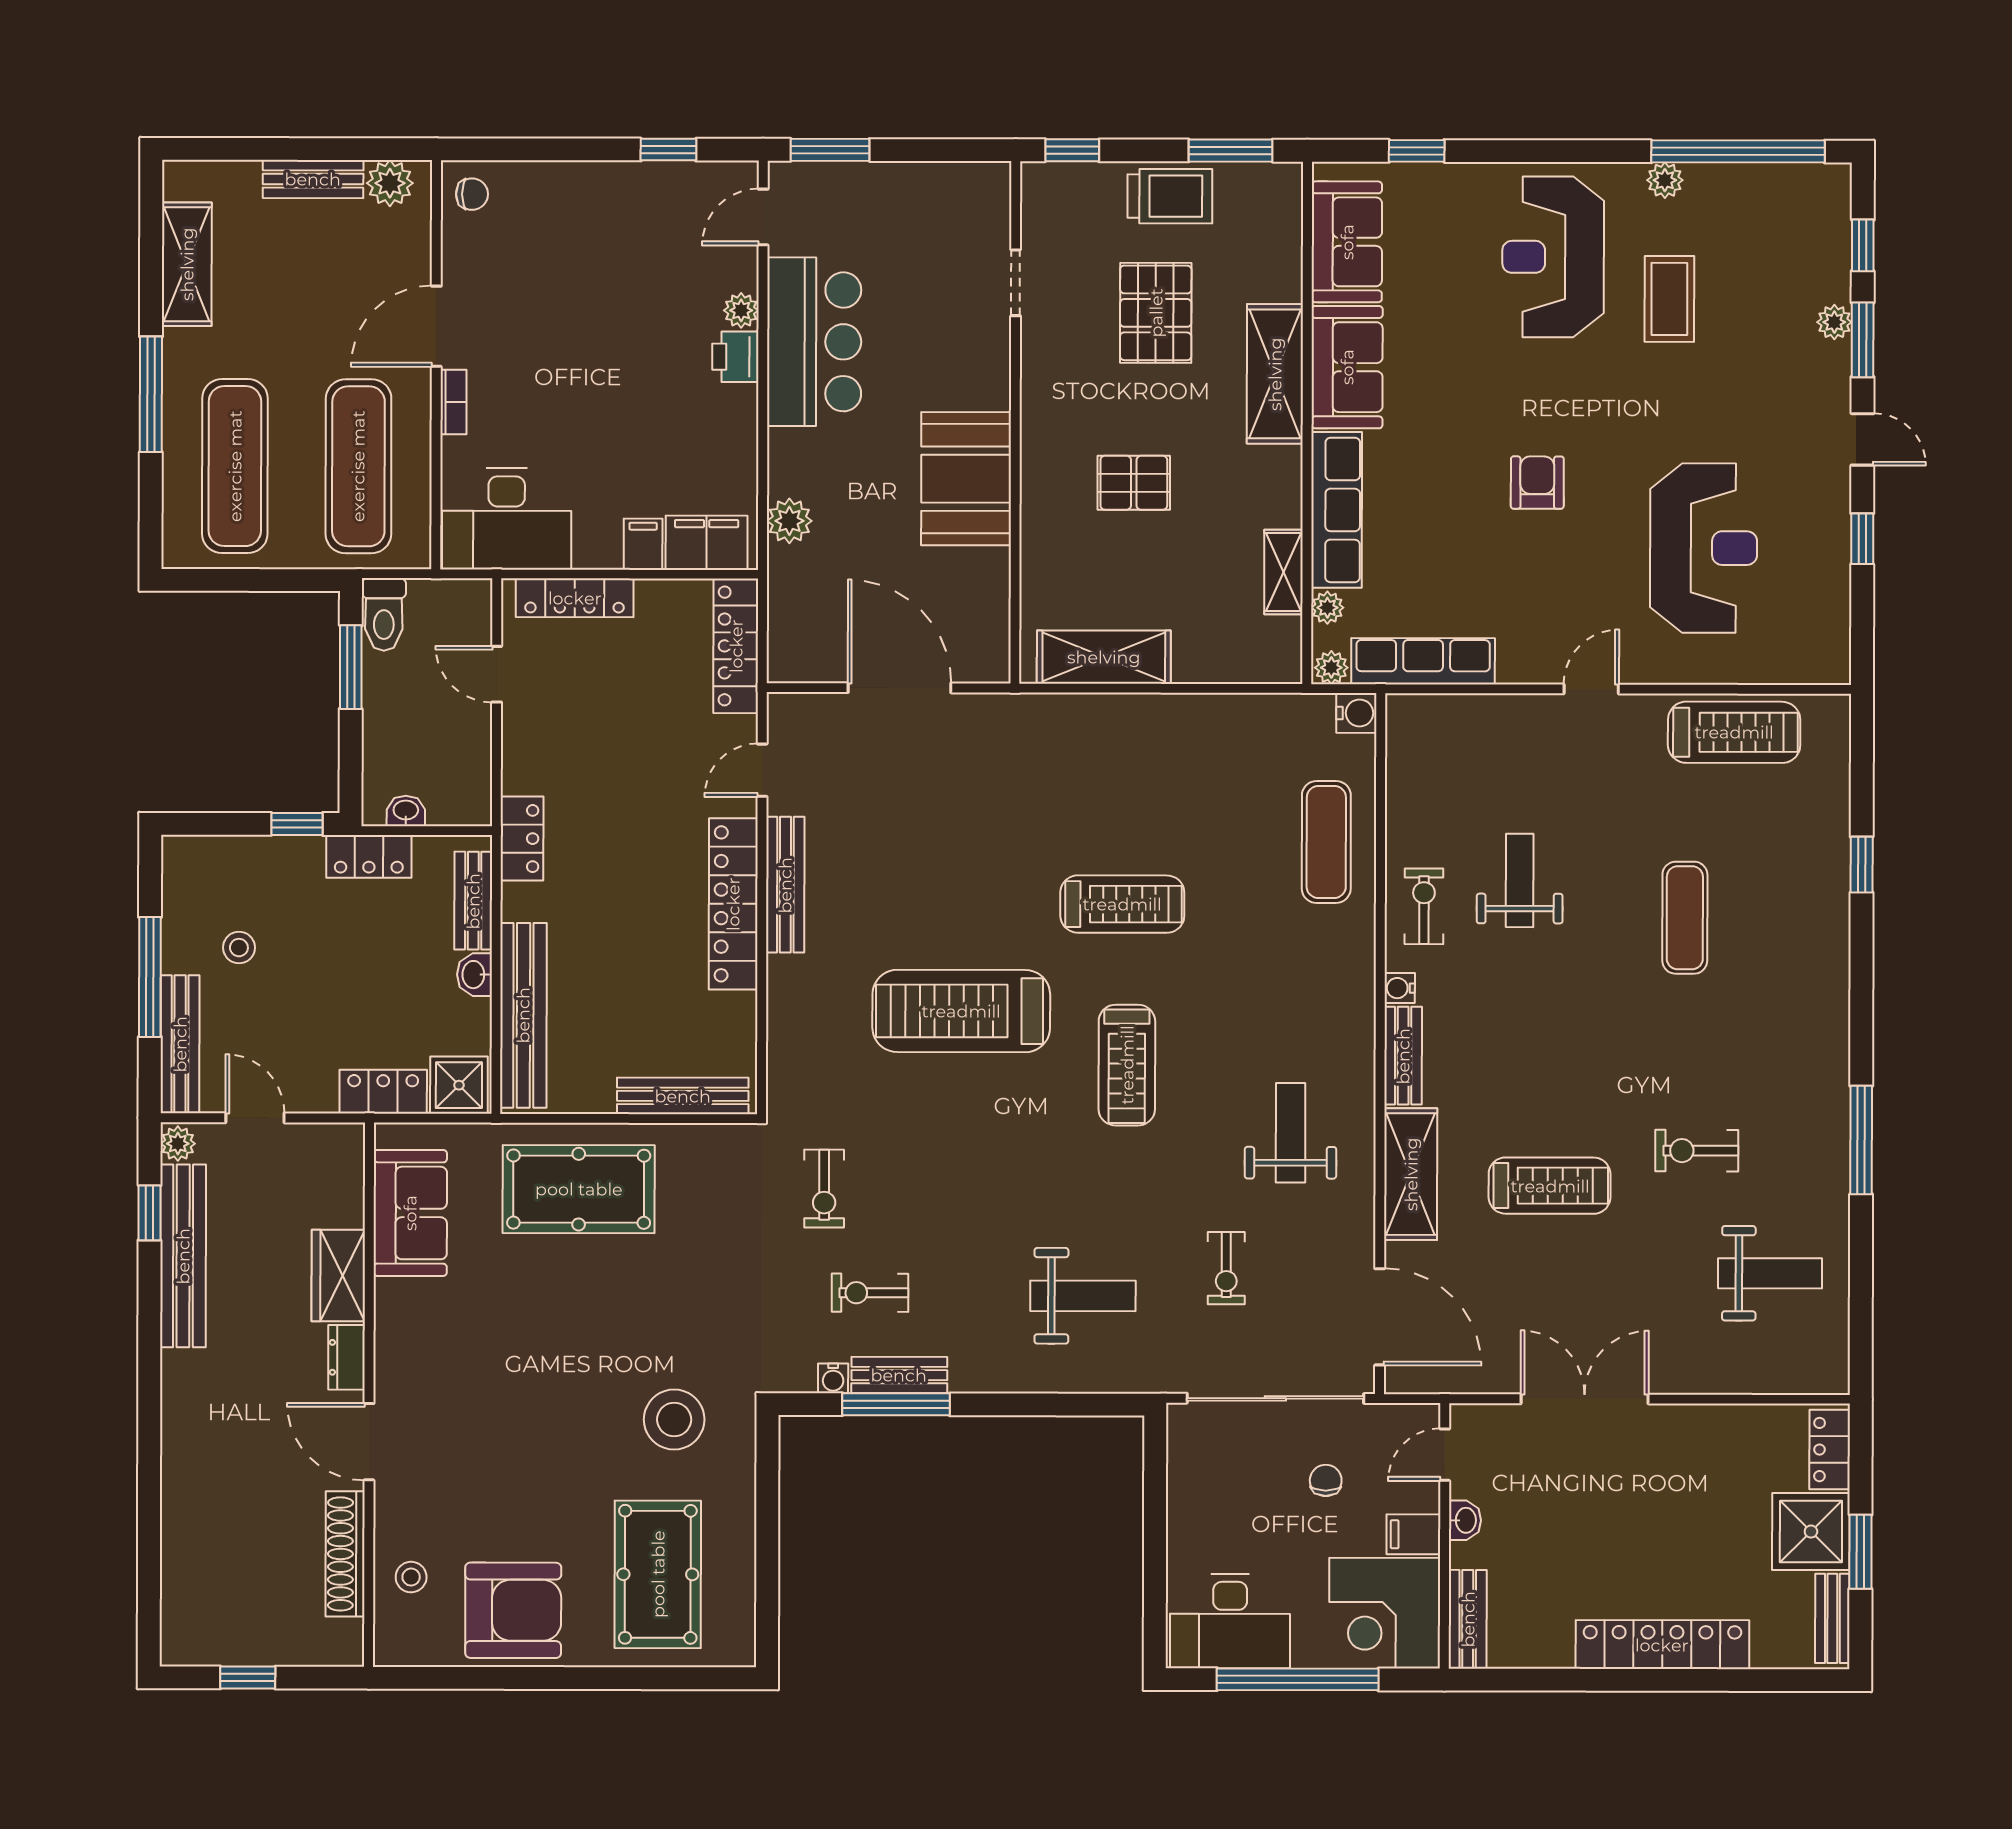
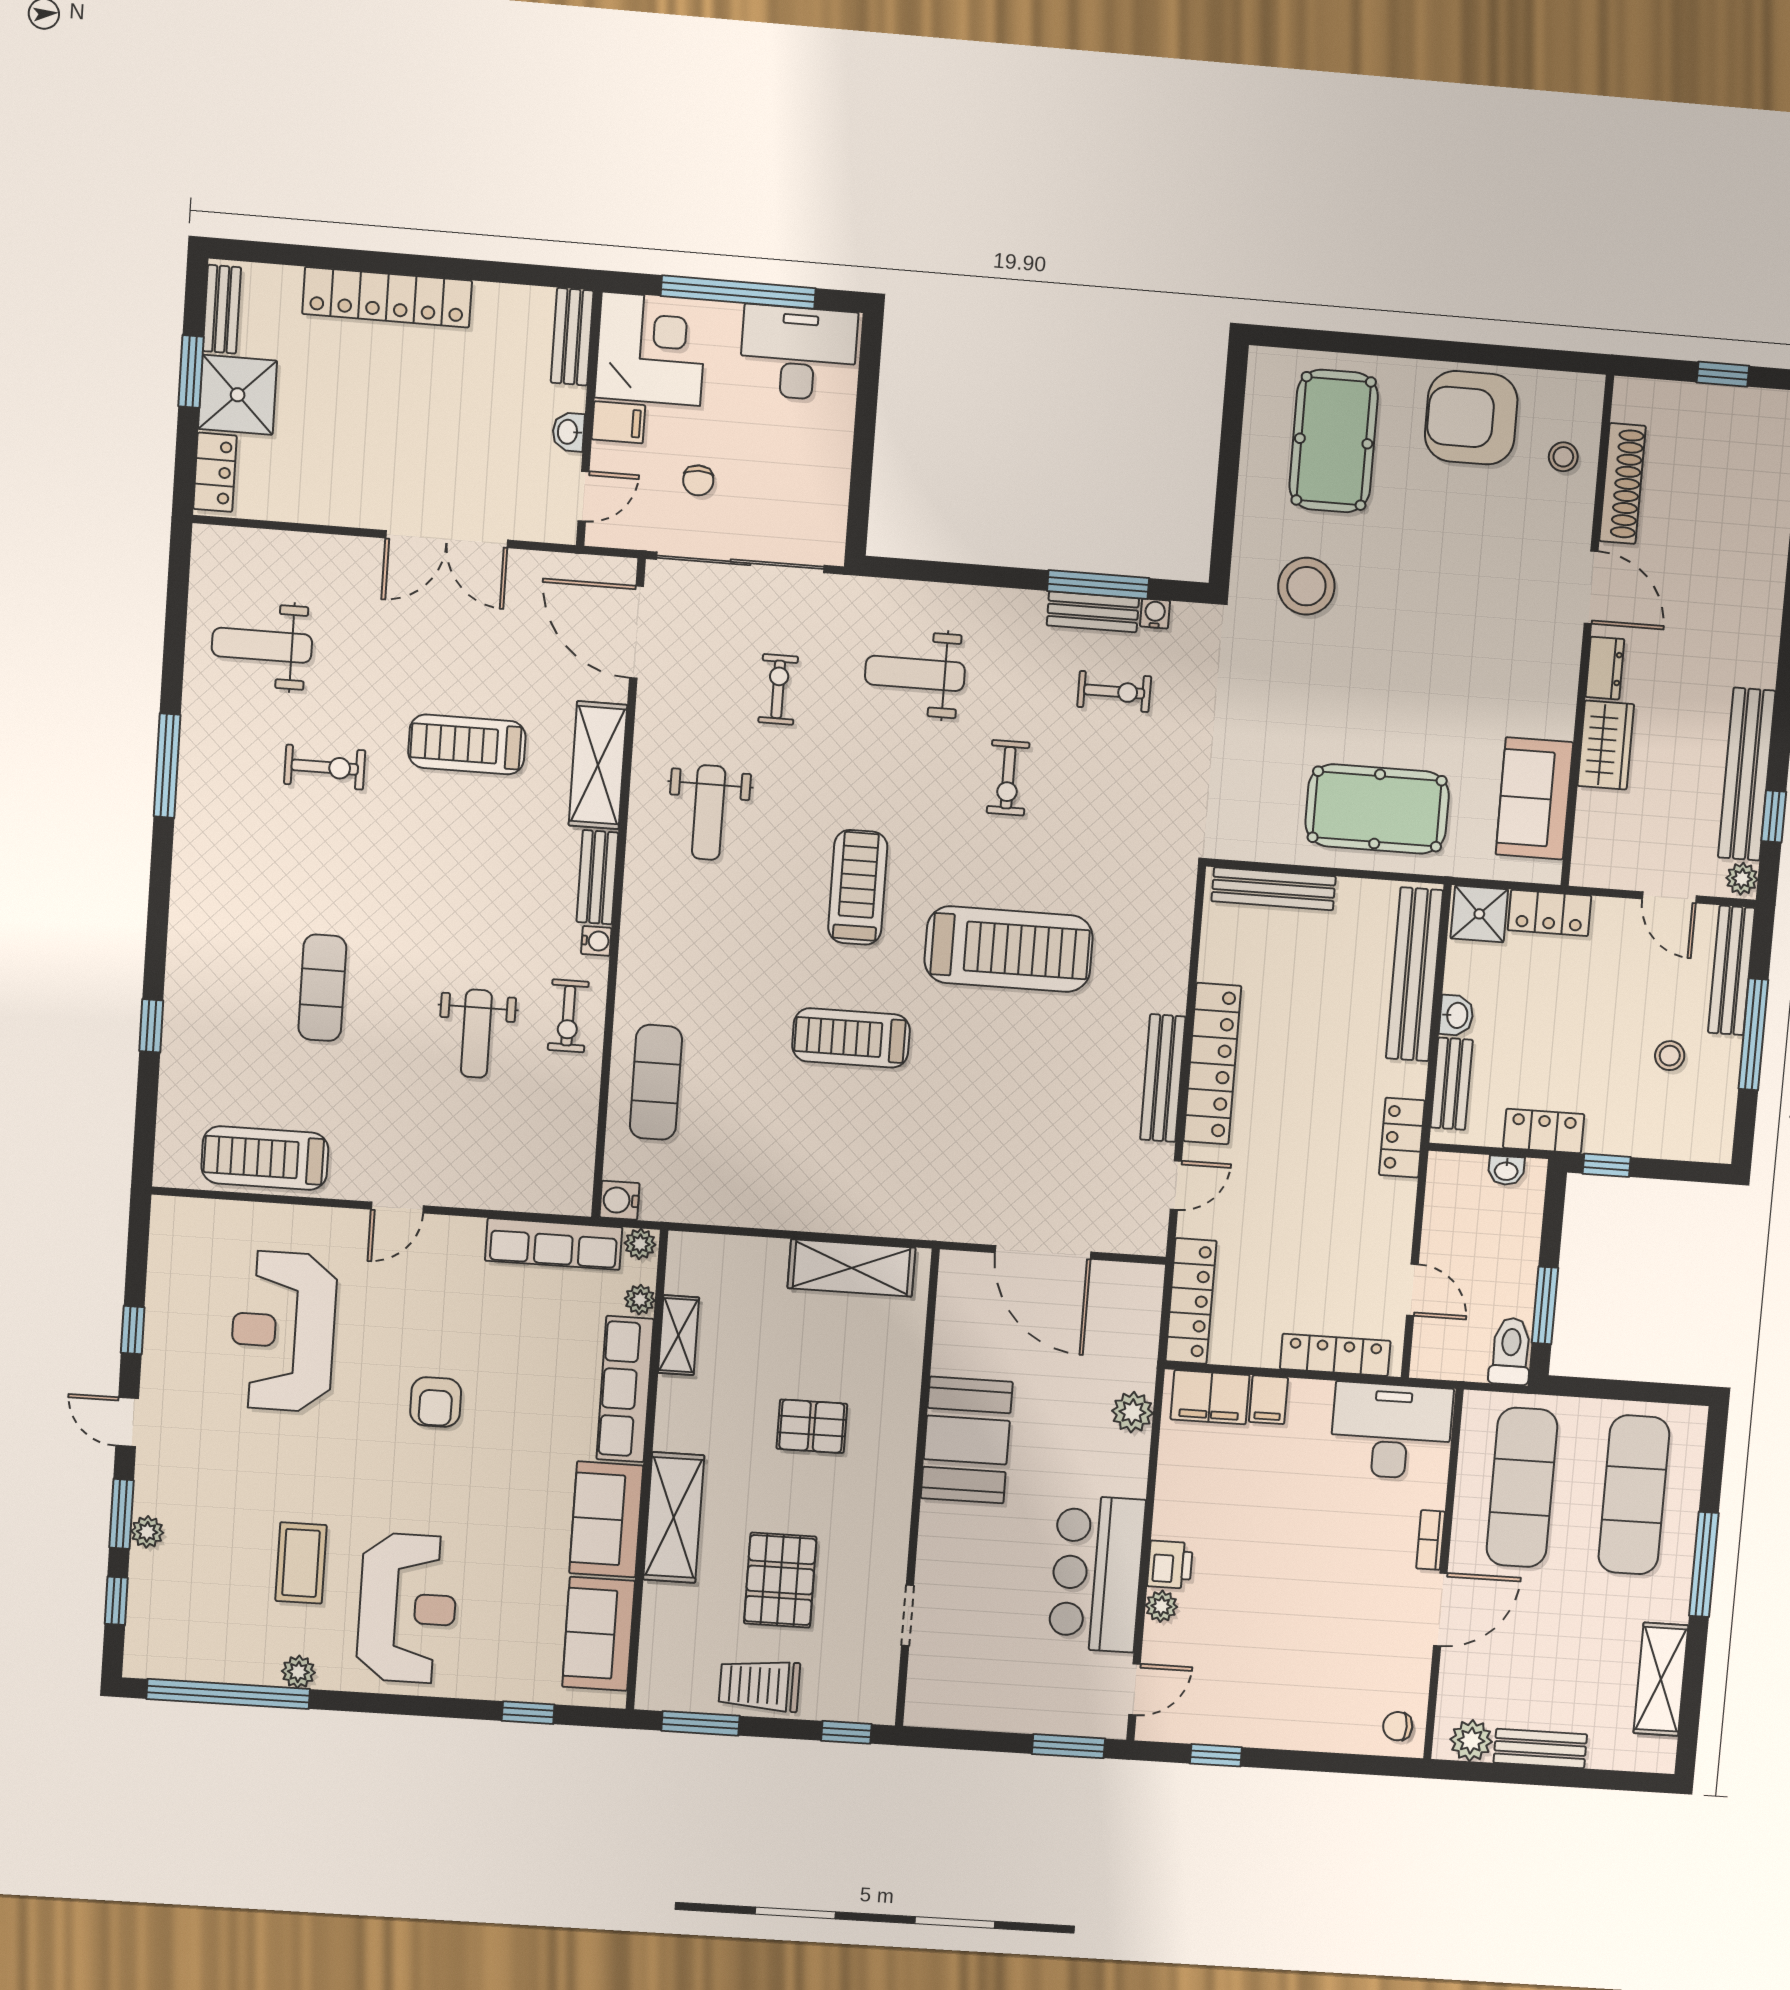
exercise bike: (824, 1189) -> (1008, 778), moved, turned 180

